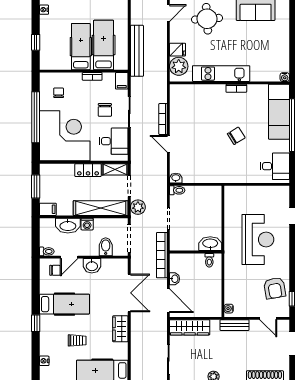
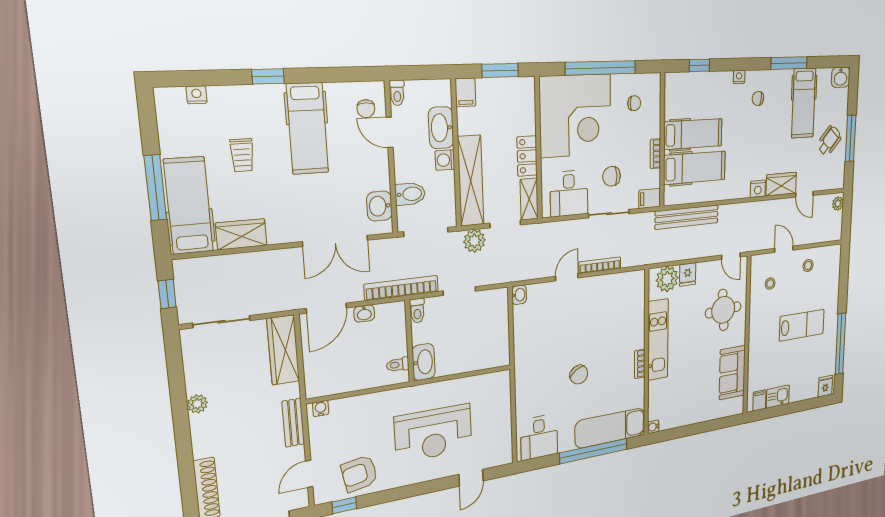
toilet: (177, 190) -> (417, 311), moved
washbasin: (92, 266) -> (379, 206), moved
wardrobe: (120, 329) -> (241, 234), moved

